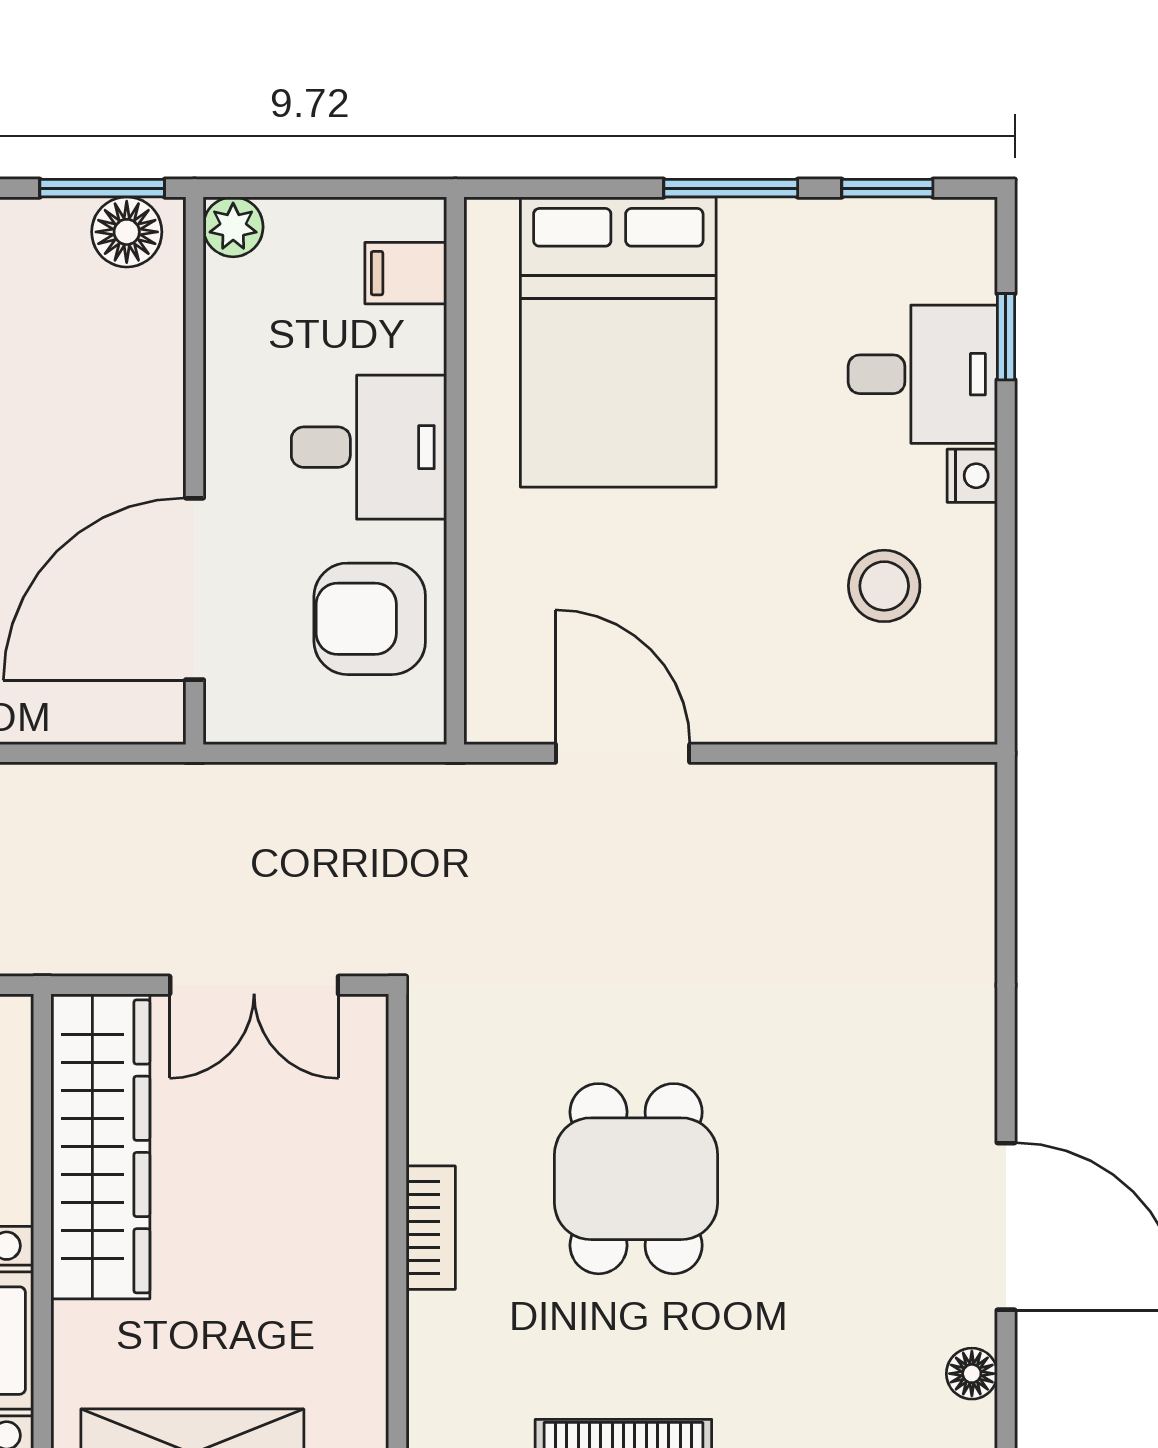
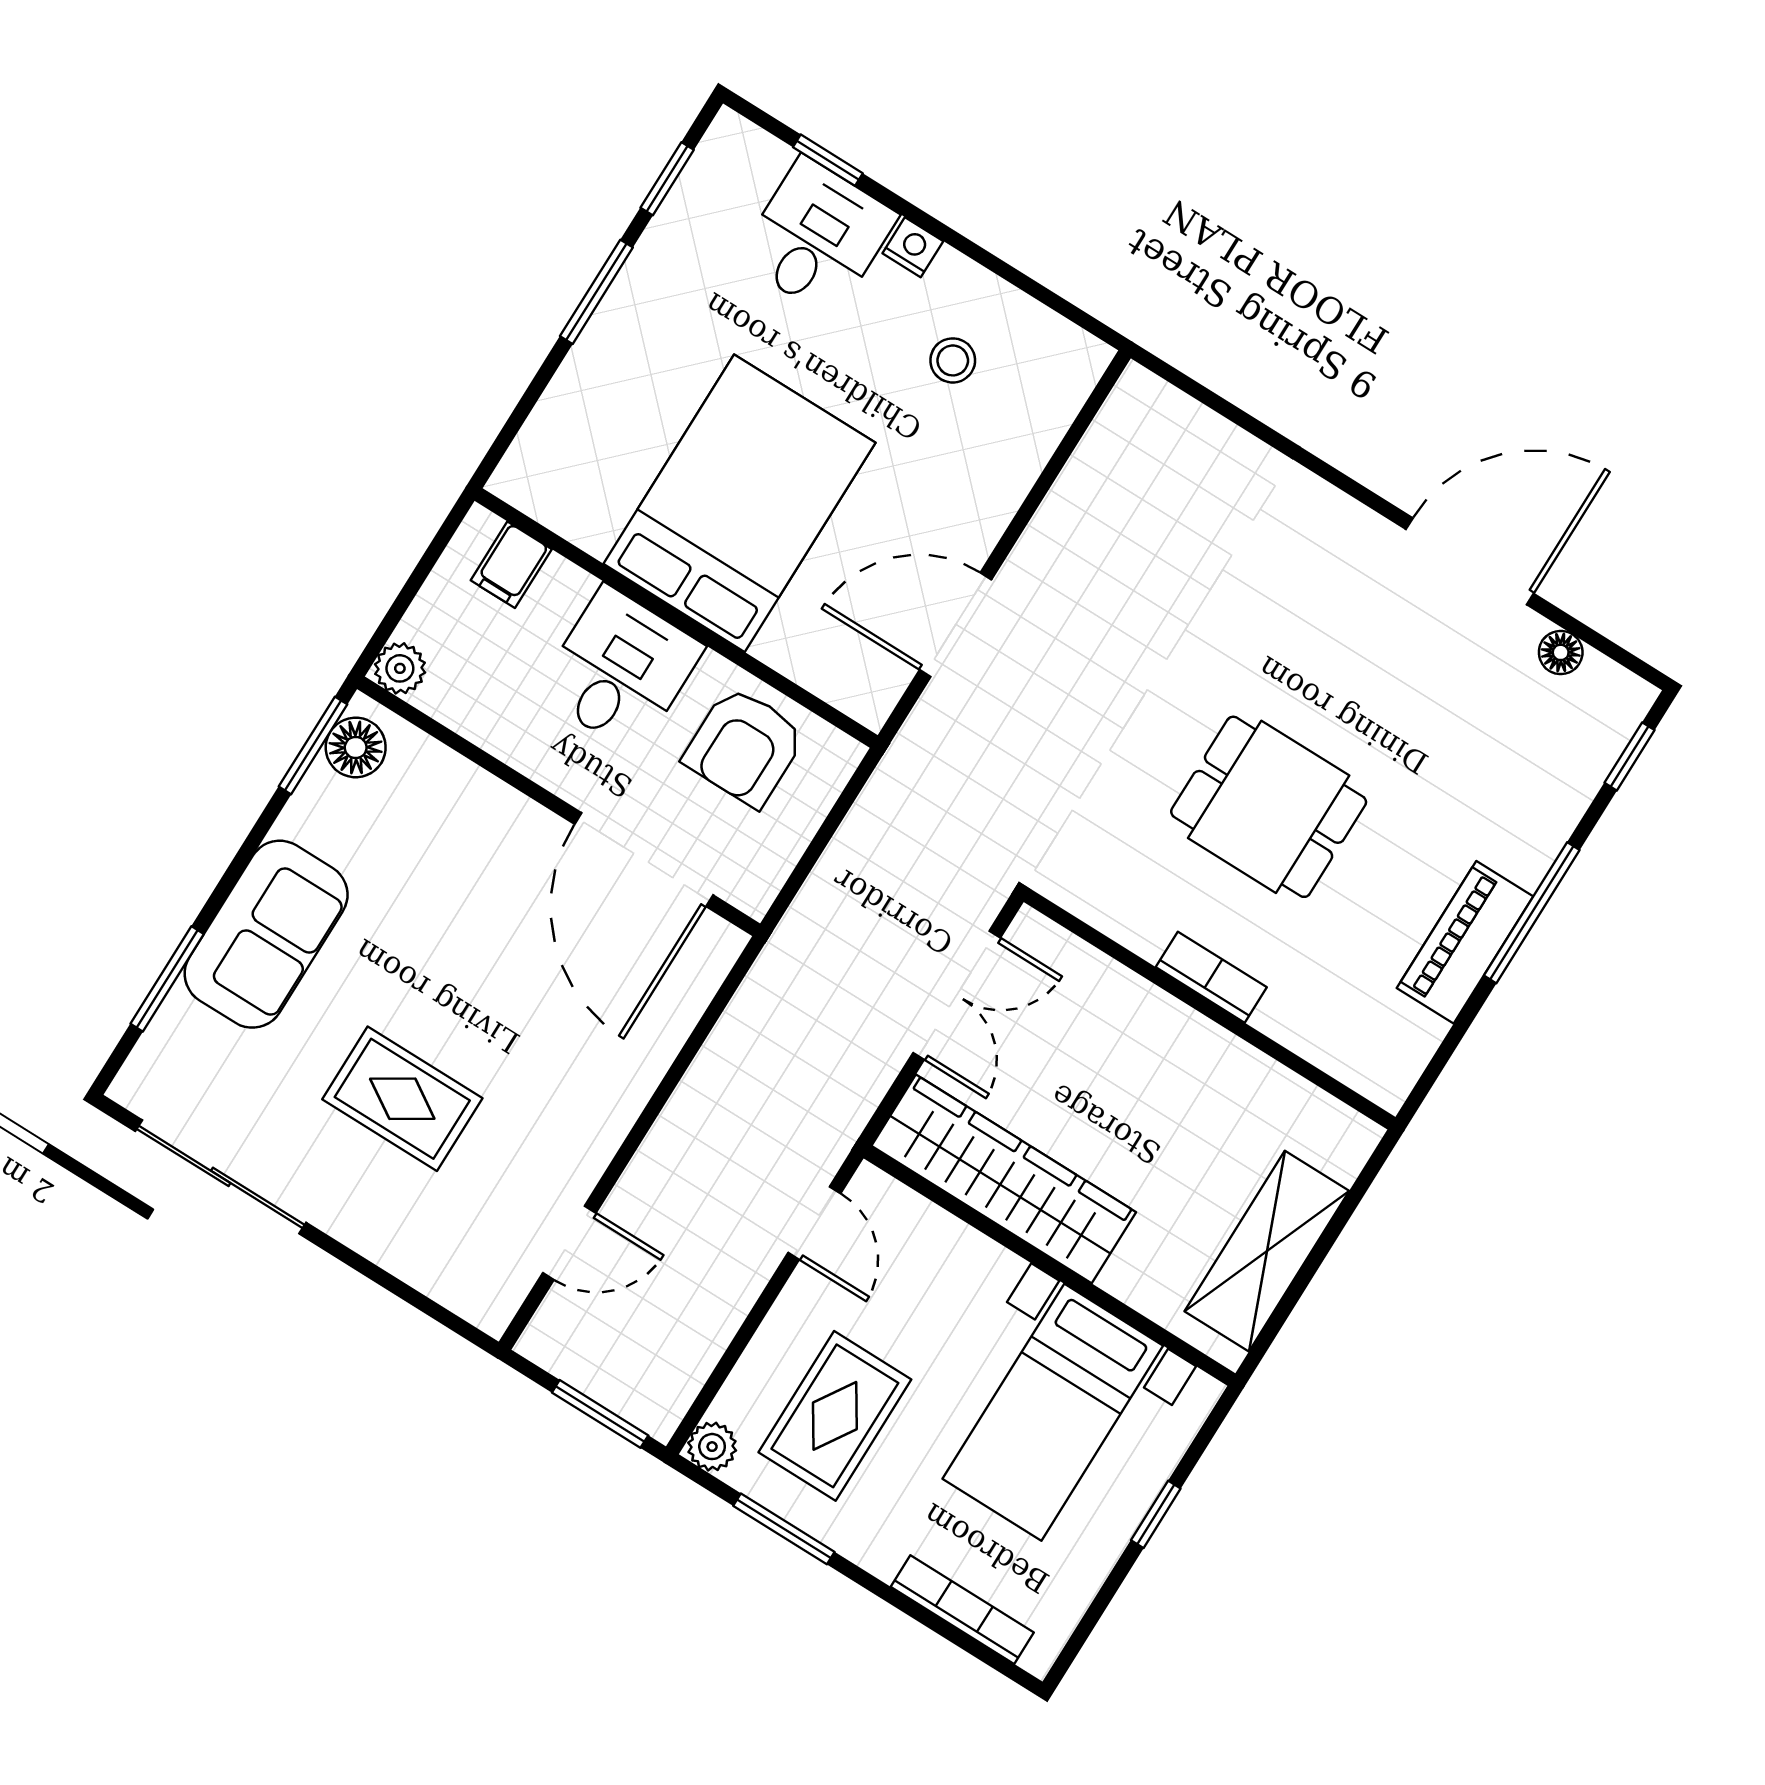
bed: (618, 342) -> (739, 503), moved, turned -90
stool: (884, 586) -> (953, 360), width x0.73, depth x0.73

